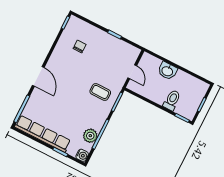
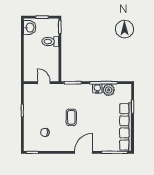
washbasin: (167, 71) -> (30, 28), moved
door: (132, 72) -> (44, 83), hinge flipped
coffee table: (100, 92) -> (71, 117), moved
water cooler: (82, 155) -> (97, 89), moved

